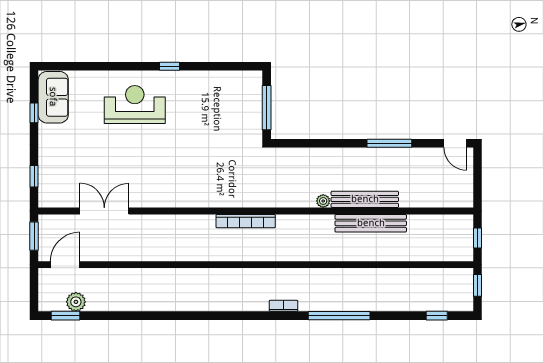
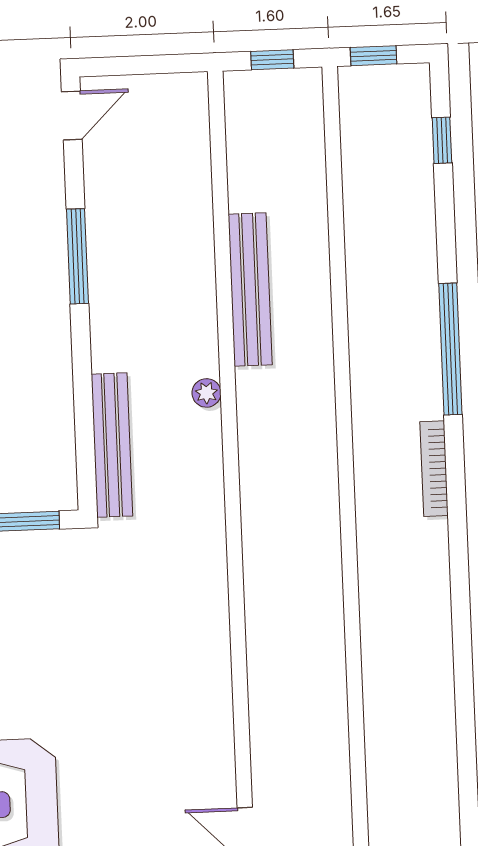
bench: (365, 199) -> (112, 445), moved
bookcase: (246, 221) -> (256, 557), removed
bookcase: (284, 306) -> (434, 469), width x1.56

